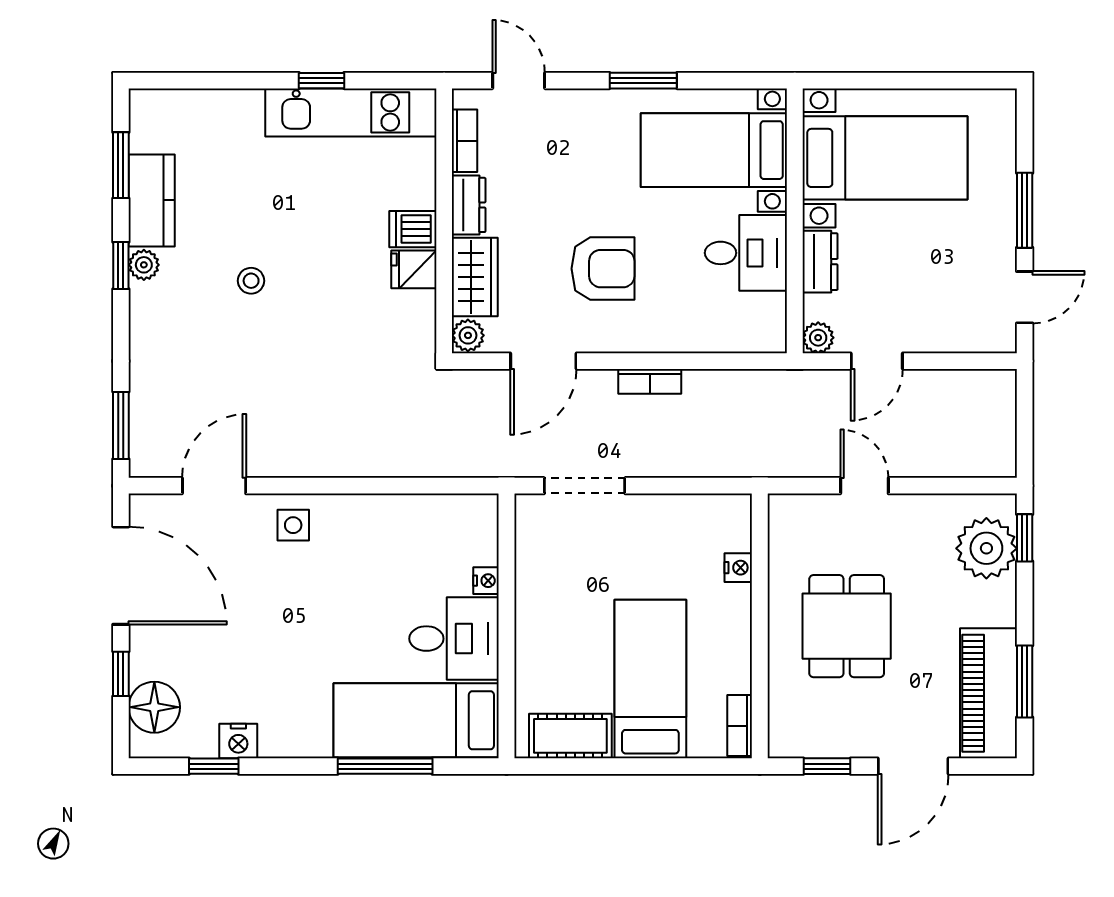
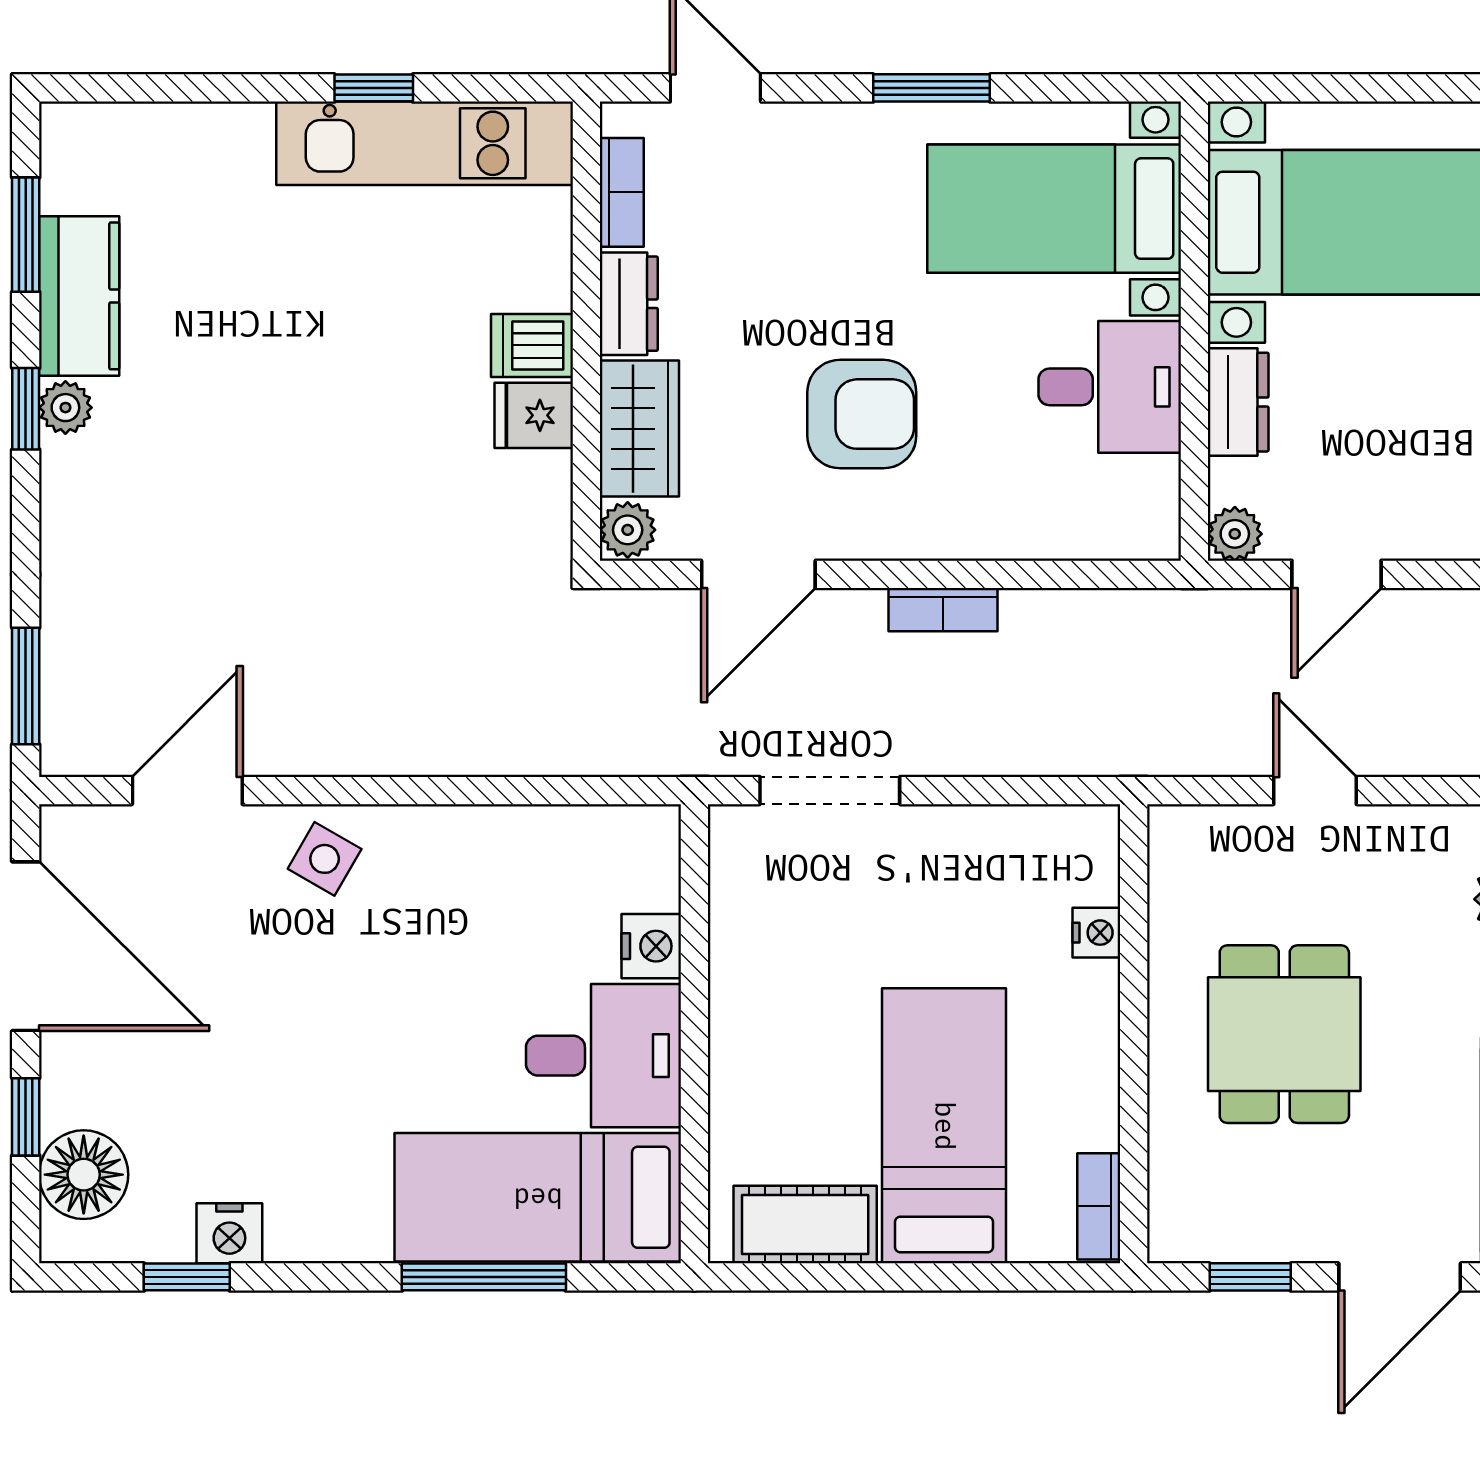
stool: (251, 281) -> (251, 435), removed
side table: (293, 525) -> (325, 859), turned 30
nightstand: (486, 581) -> (651, 946), width x1.39, depth x1.35

